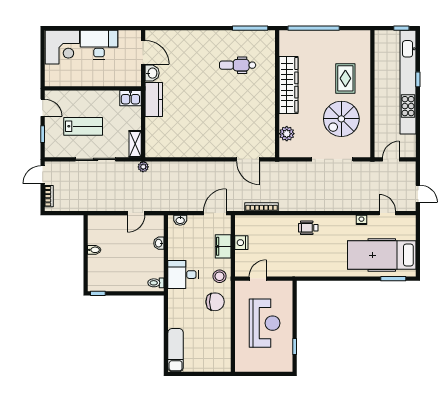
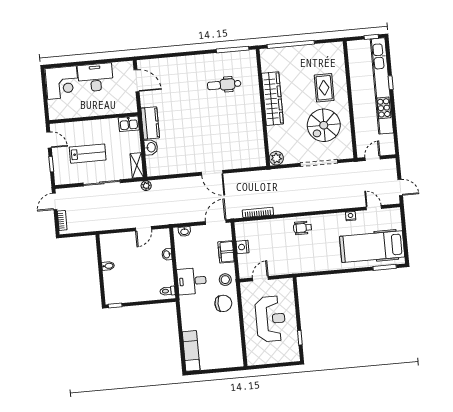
washbasin: (152, 73) -> (151, 147), moved
plant: (287, 134) -> (276, 158), moved
door: (248, 159) -> (212, 173), moved

